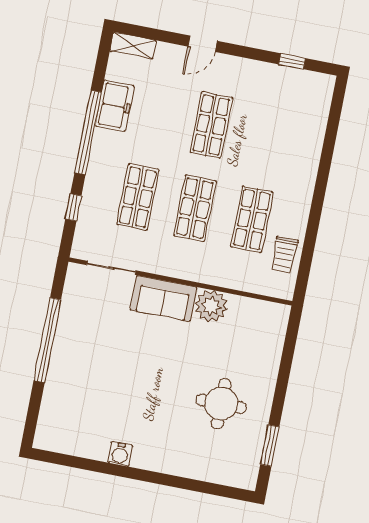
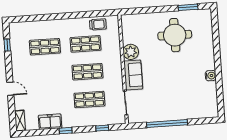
shop shelf: (211, 125) -> (45, 47), moved
window: (88, 132) -> (66, 131), width x0.32
round table: (221, 404) -> (175, 35), width x1.36, depth x1.36

